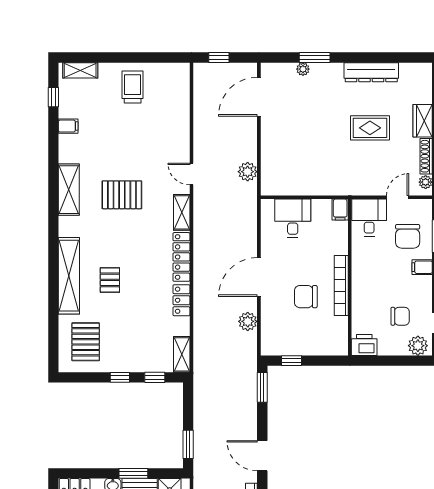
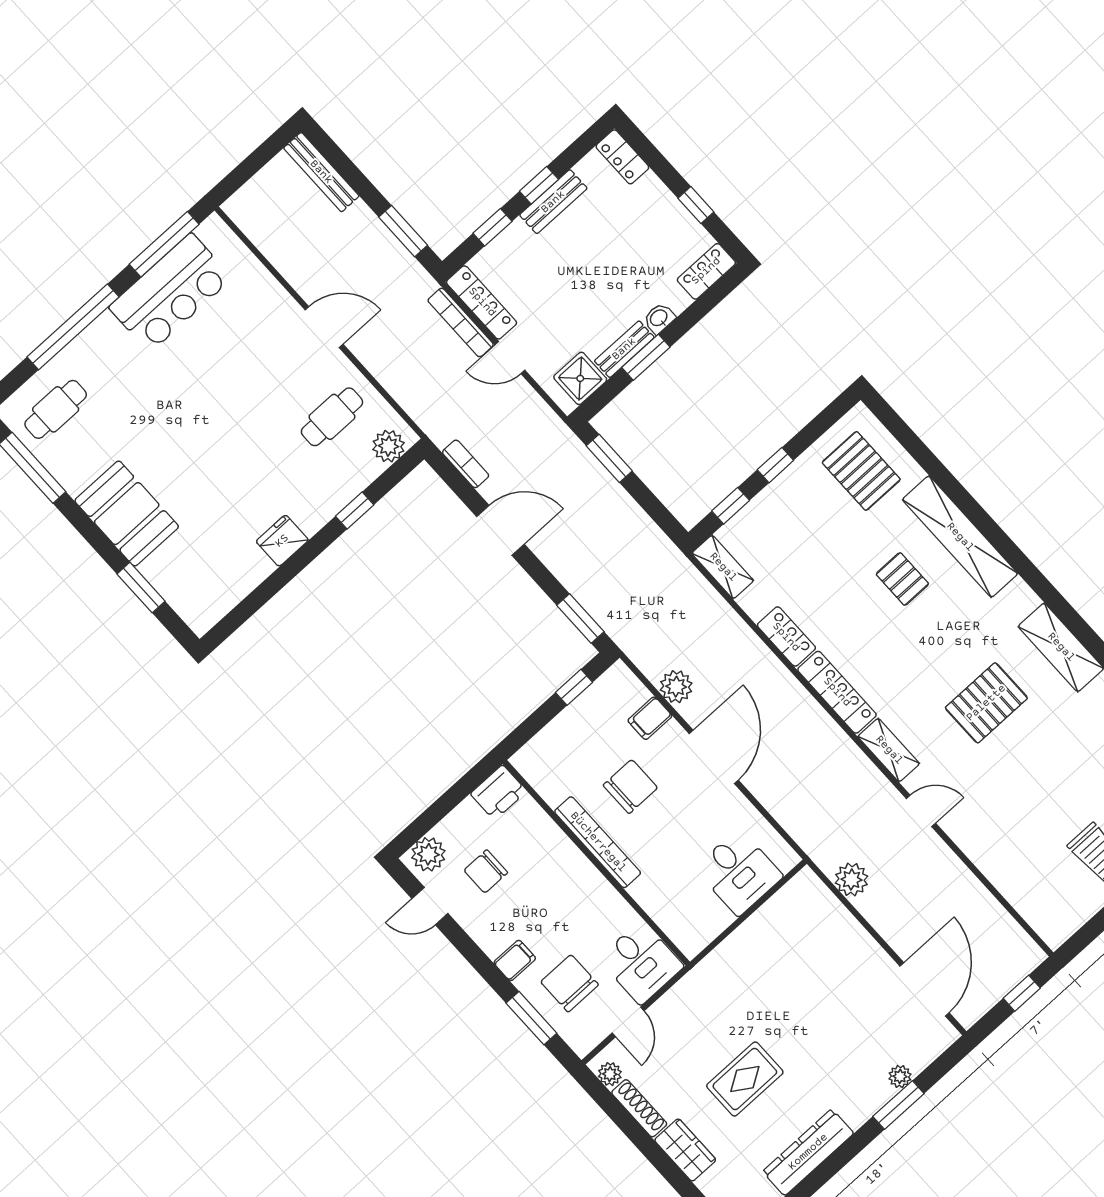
filing cabinet: (340, 210) -> (650, 718), moved, turned -90

